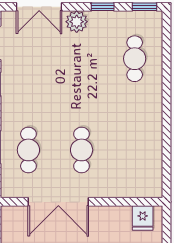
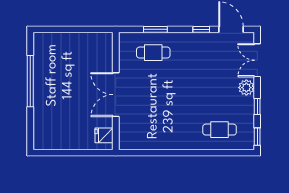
cafe table: (82, 150) -> (153, 91), removed
double door: (58, 202) -> (116, 95), moved

